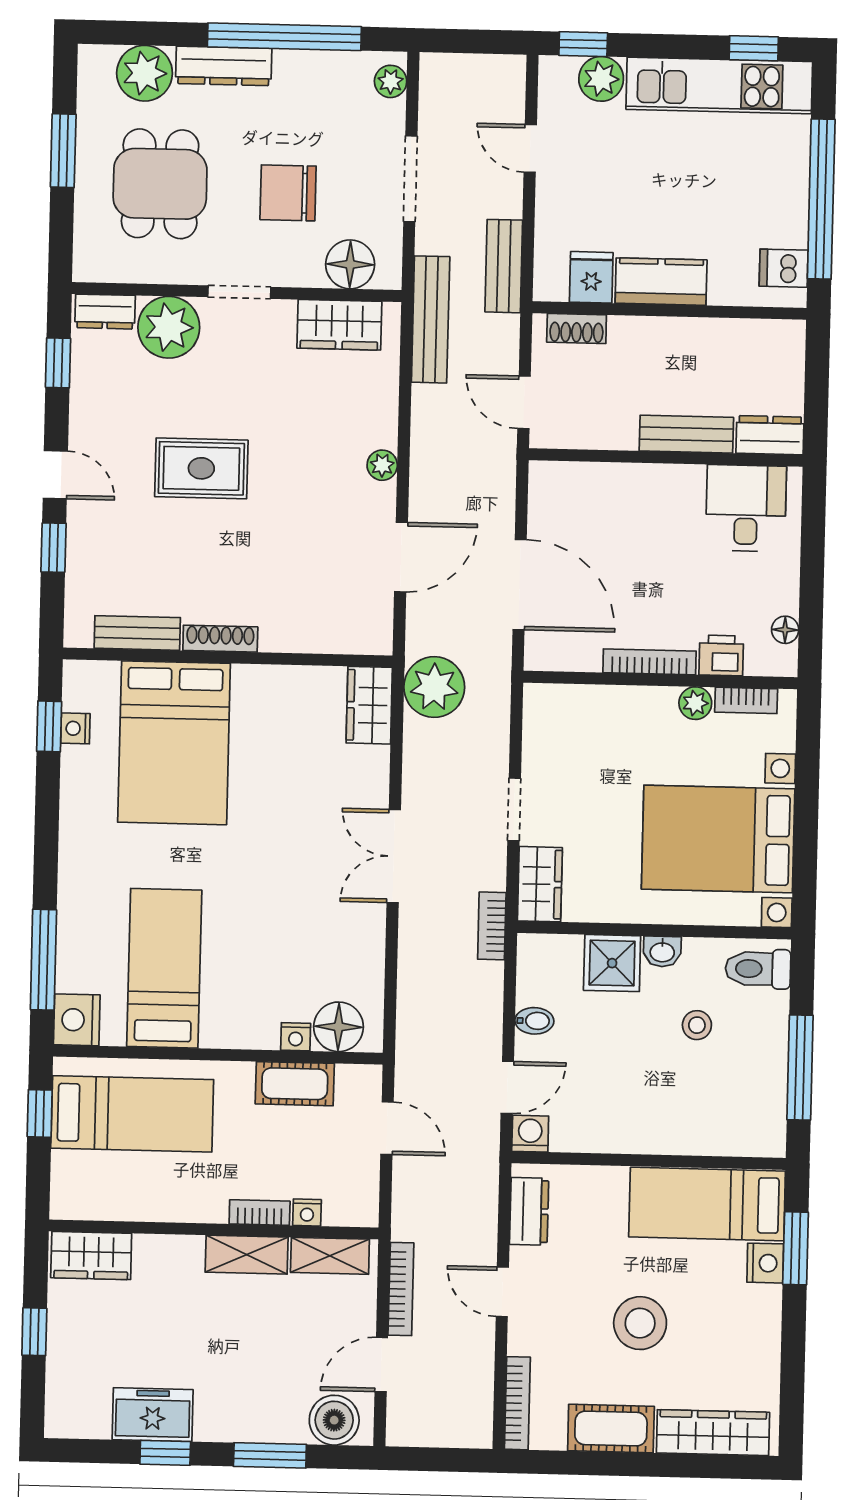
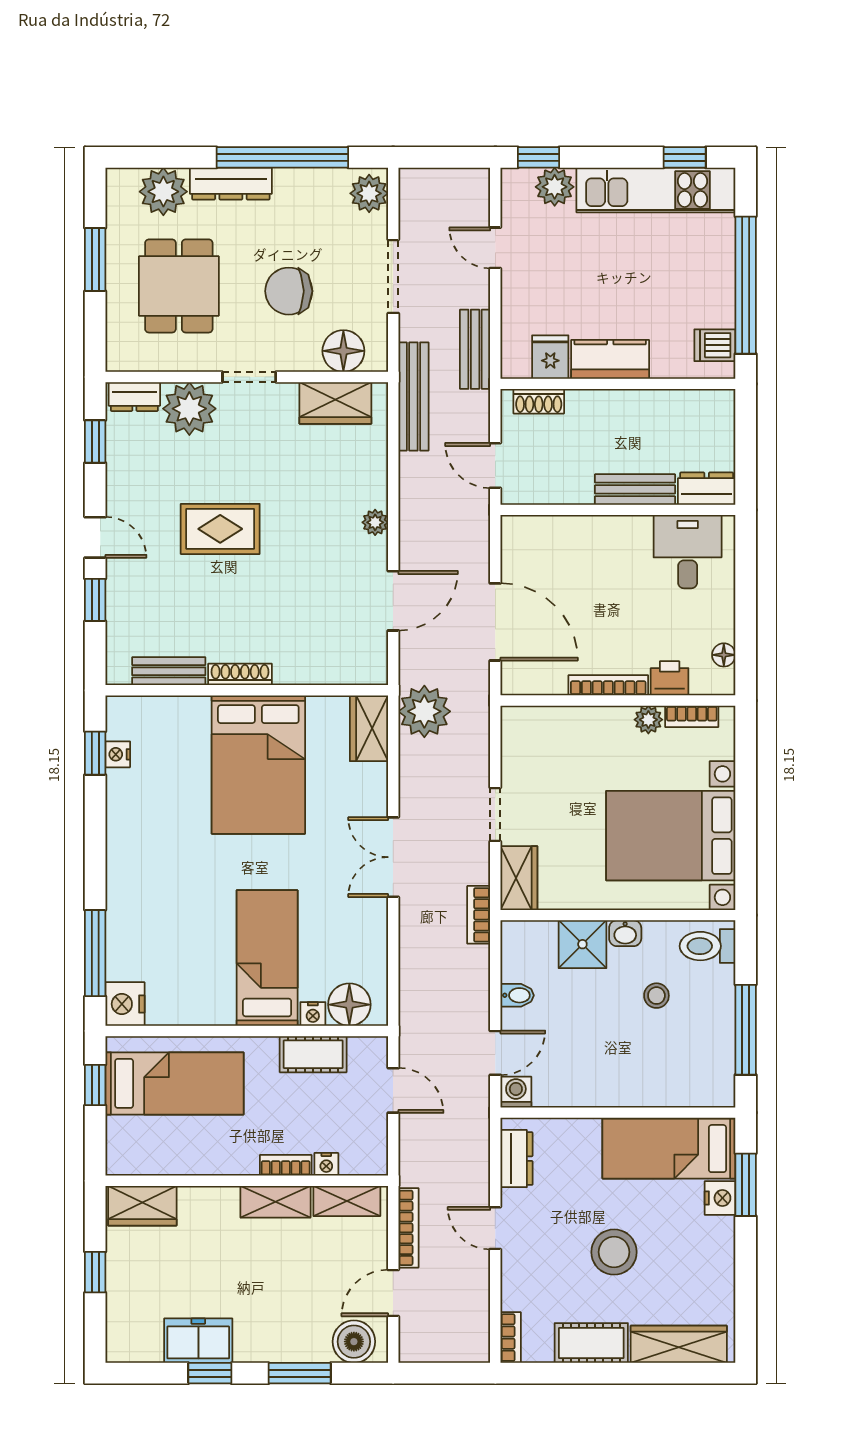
plant: (391, 81) -> (369, 193), width x1.38, depth x1.38
bed: (174, 743) -> (258, 765), moved
bed: (164, 968) -> (267, 958), moved
bookcase: (517, 1403) -> (511, 1338), width x0.64

